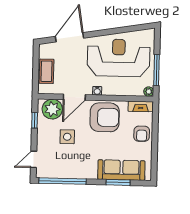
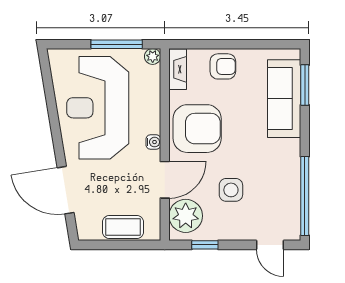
door: (74, 97) -> (165, 180), hinge flipped
armchair: (105, 117) -> (197, 129), turned 90
window: (118, 182) -> (305, 85), moved

